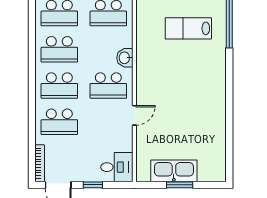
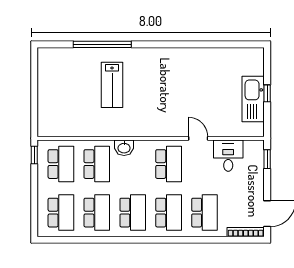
washbasin: (125, 58) -> (124, 148), moved
desk: (117, 167) -> (228, 156), moved
window: (93, 185) -> (267, 159), moved
window: (180, 185) -> (267, 93), width x0.67

